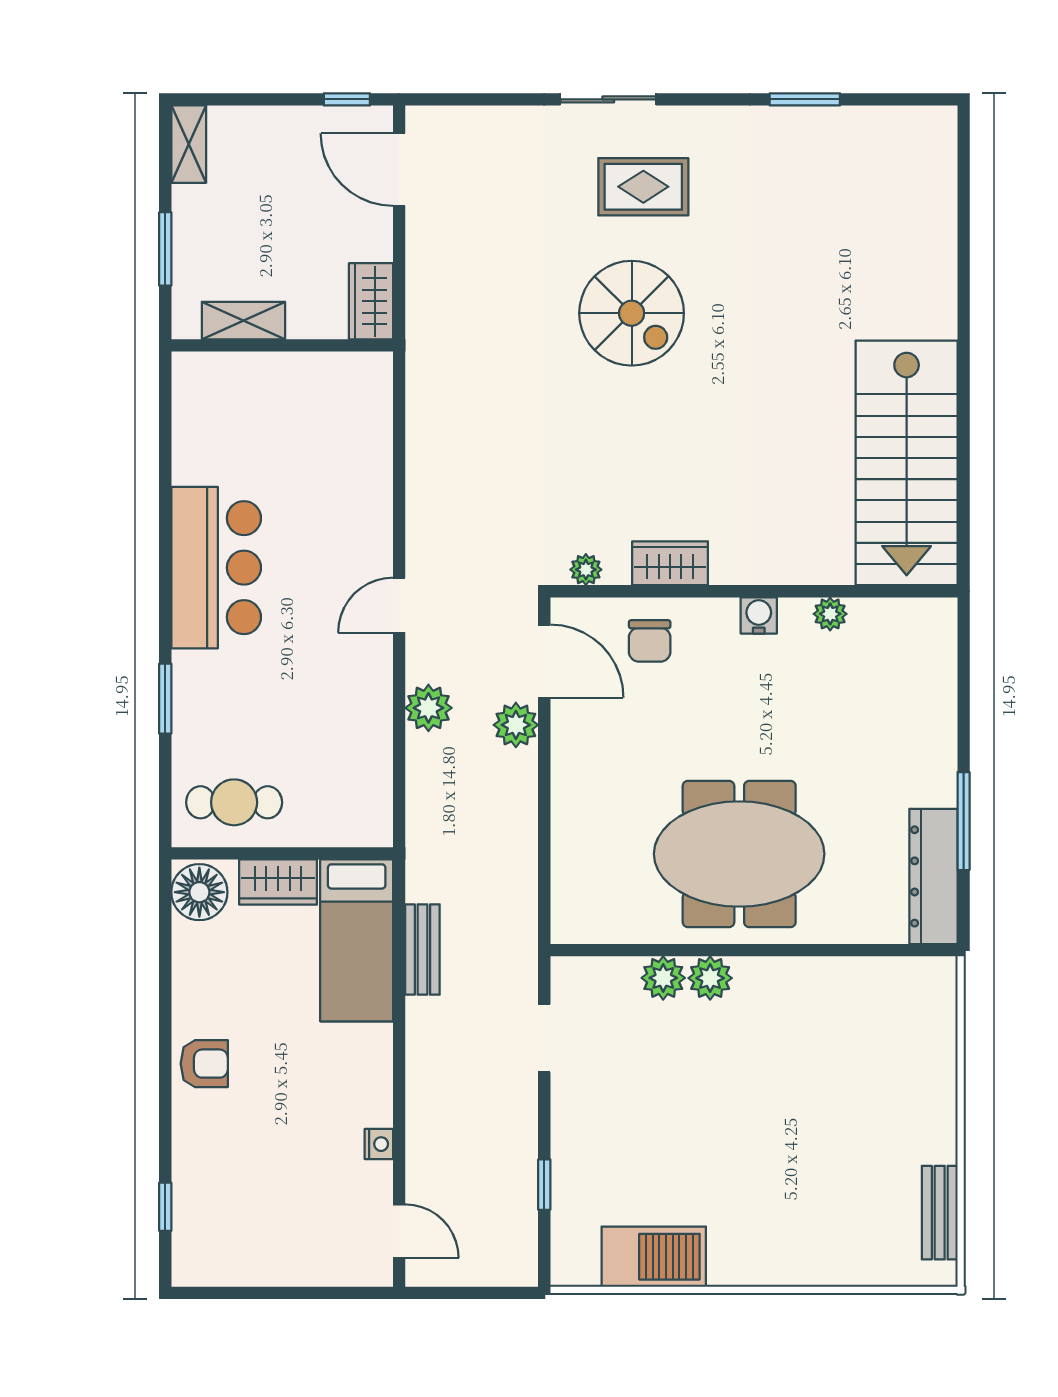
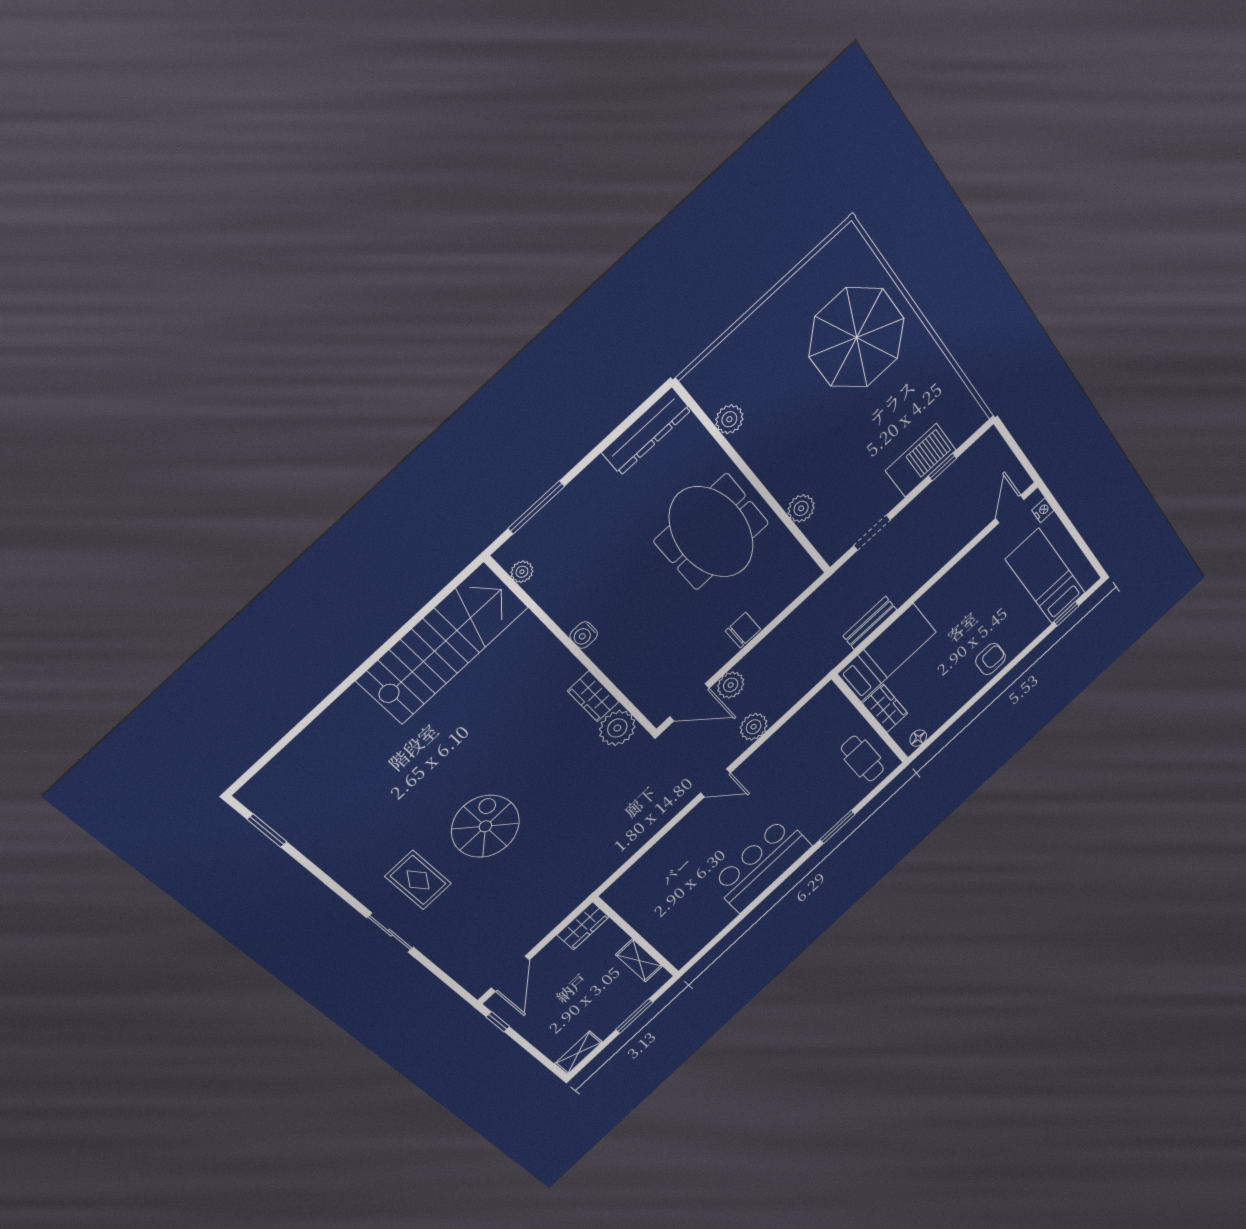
window: (805, 99) -> (267, 831), moved
plant: (586, 570) -> (617, 728), width x1.87, depth x1.87
plant: (830, 614) -> (522, 572), moved
chair: (650, 641) -> (743, 630), moved
door: (544, 661) -> (689, 702), swing flipped
window: (964, 821) -> (536, 507), moved
floor lamp: (199, 892) -> (918, 738), width x0.53, depth x0.53
plant: (710, 978) -> (729, 419), moved
armchair: (204, 1064) -> (991, 659), turned 90
nightstand: (379, 1144) -> (1043, 510), moved, turned 90
parasol: (813, 1195) -> (857, 338), added
bench: (940, 1213) -> (819, 265), removed
bed: (252, 1215) -> (1045, 576), added
barbecue: (654, 1257) -> (921, 460), moved, turned 90

